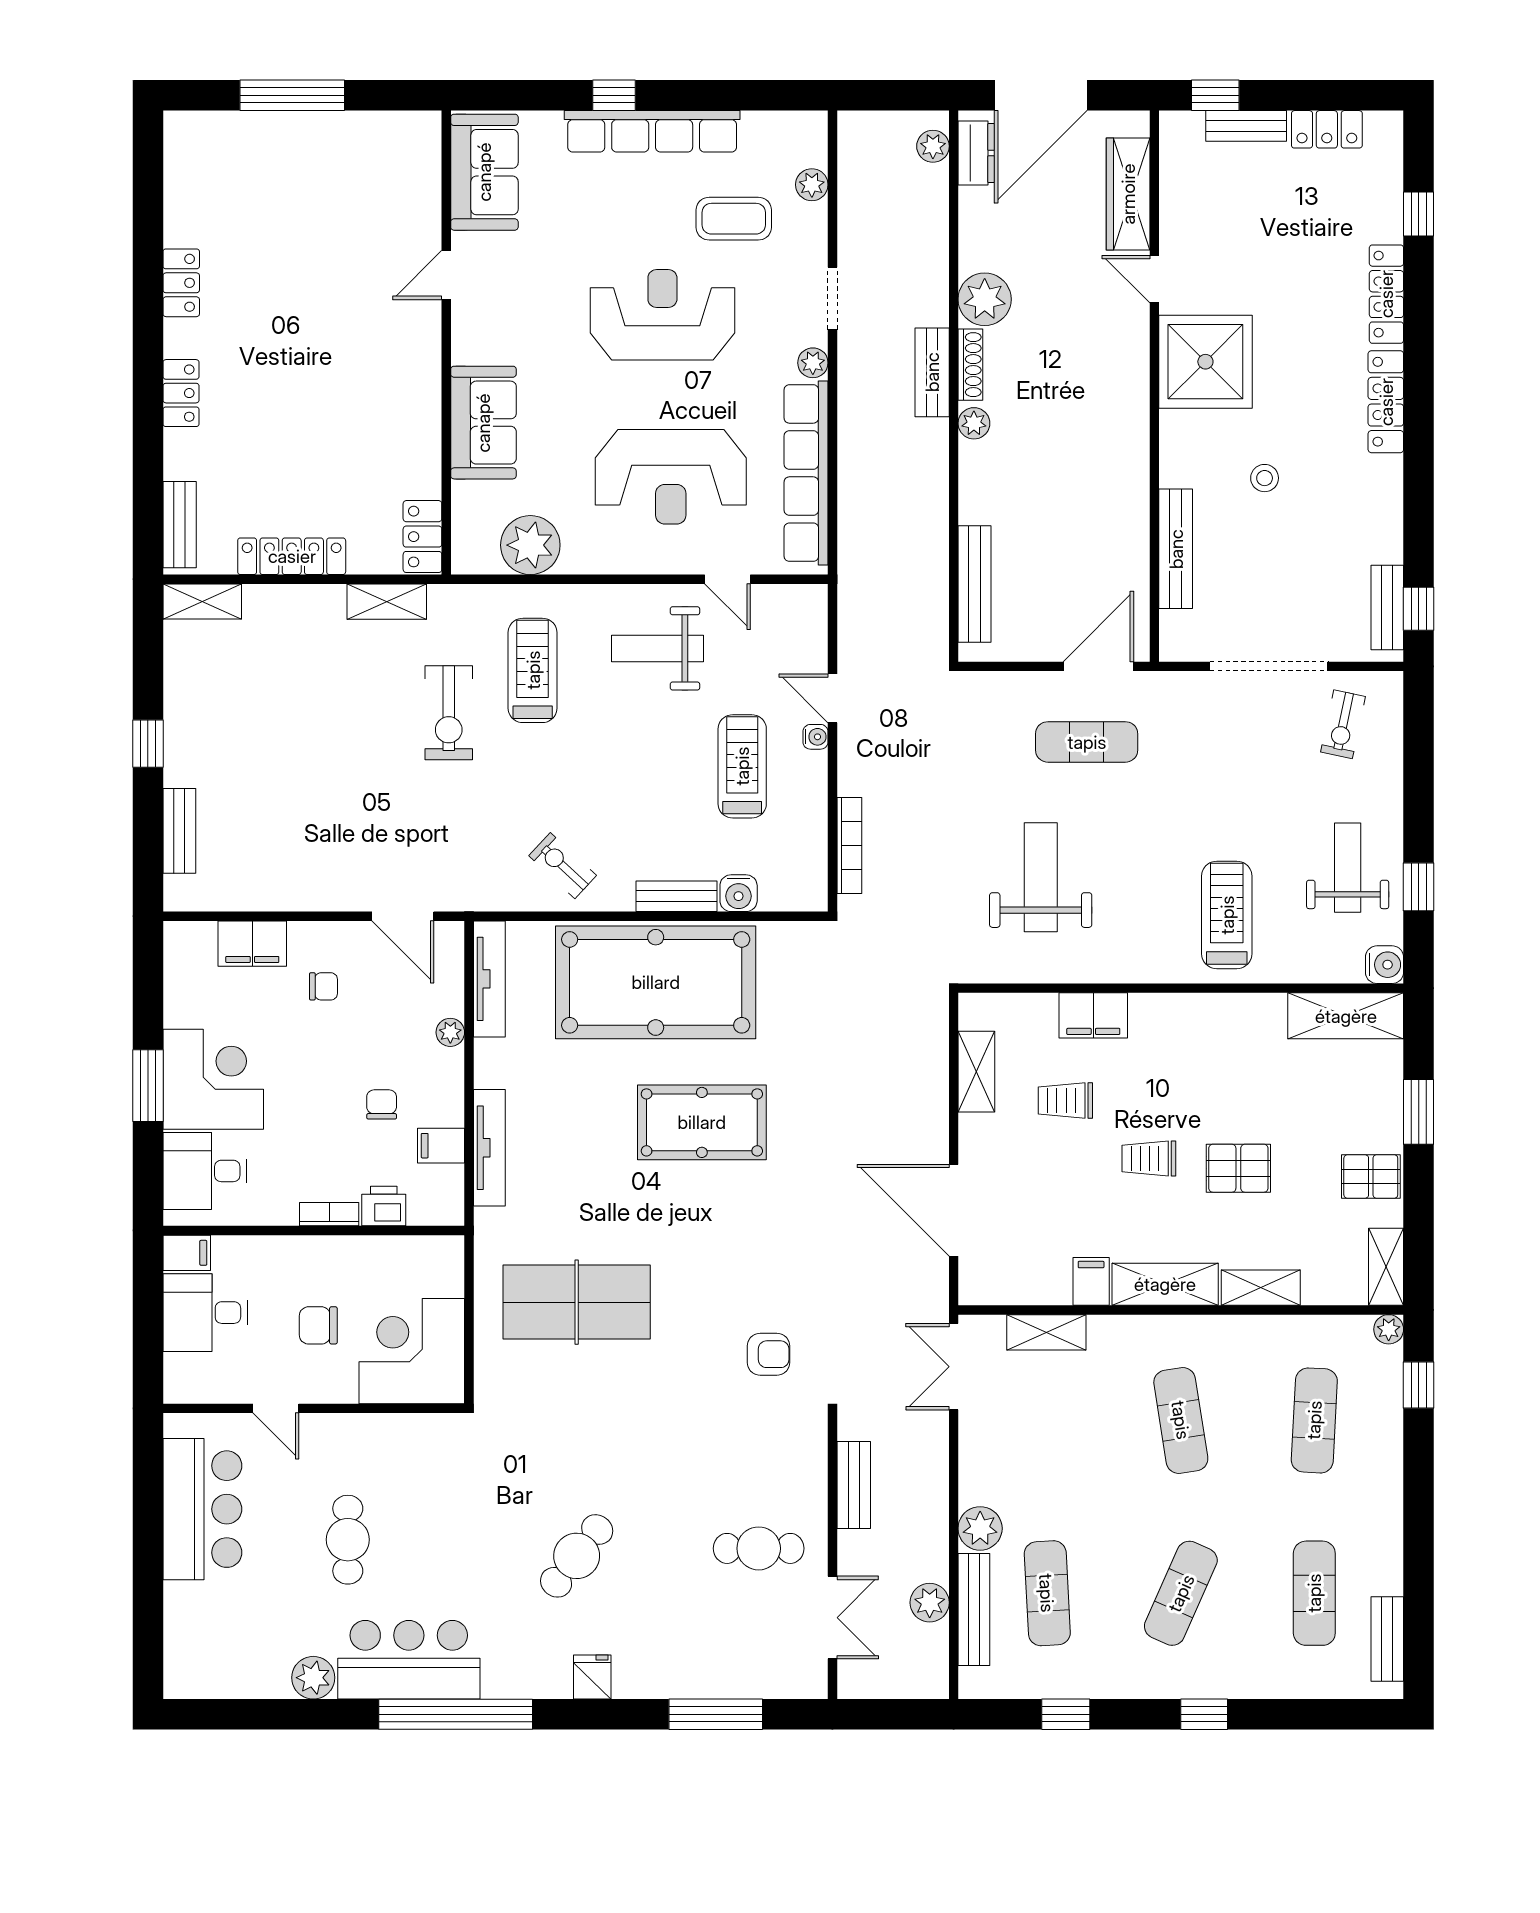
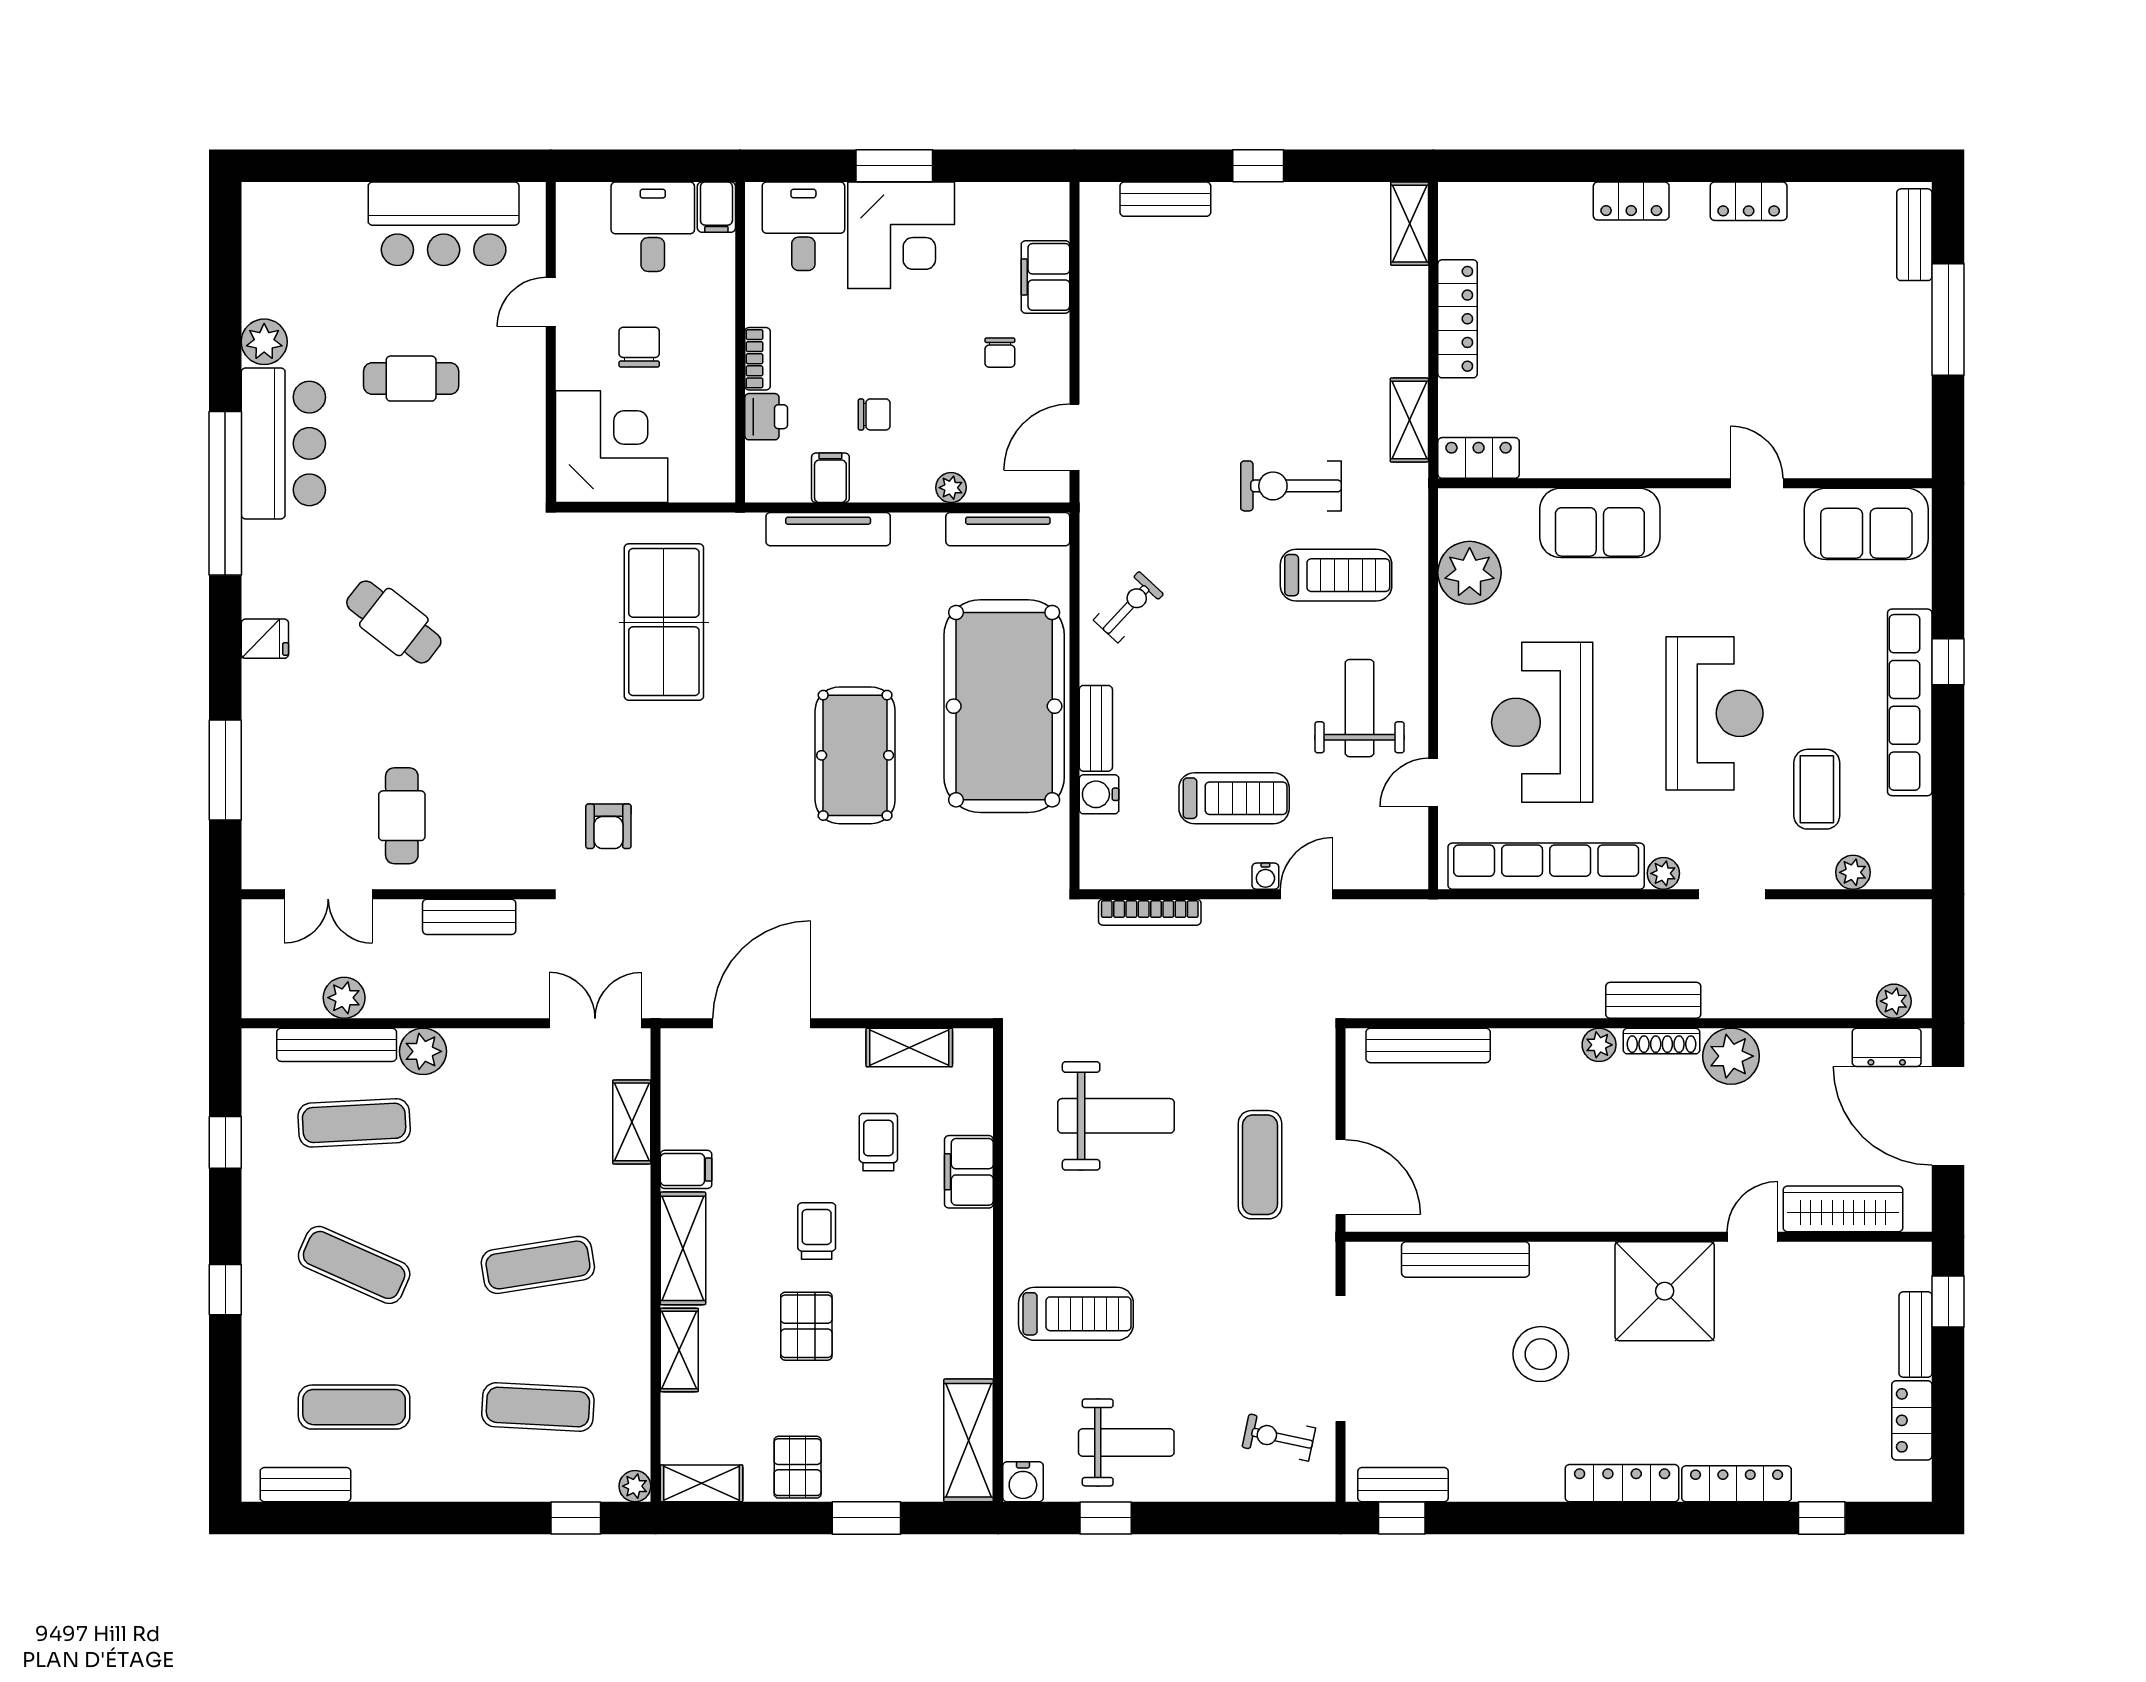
stool: (1265, 478) -> (1541, 1354), width x1.89, depth x1.89
bench: (180, 525) -> (1914, 235), moved, turned 90

